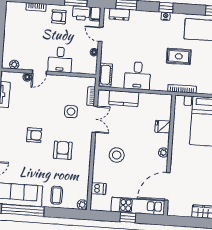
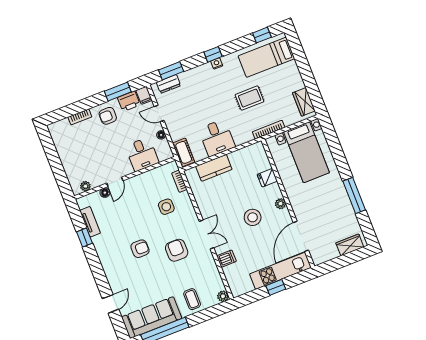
desk: (60, 60) -> (142, 154), moved
double door: (95, 119) -> (207, 235), moved
stool: (117, 155) -> (253, 217), moved
dishwasher: (99, 189) -> (226, 259), moved

